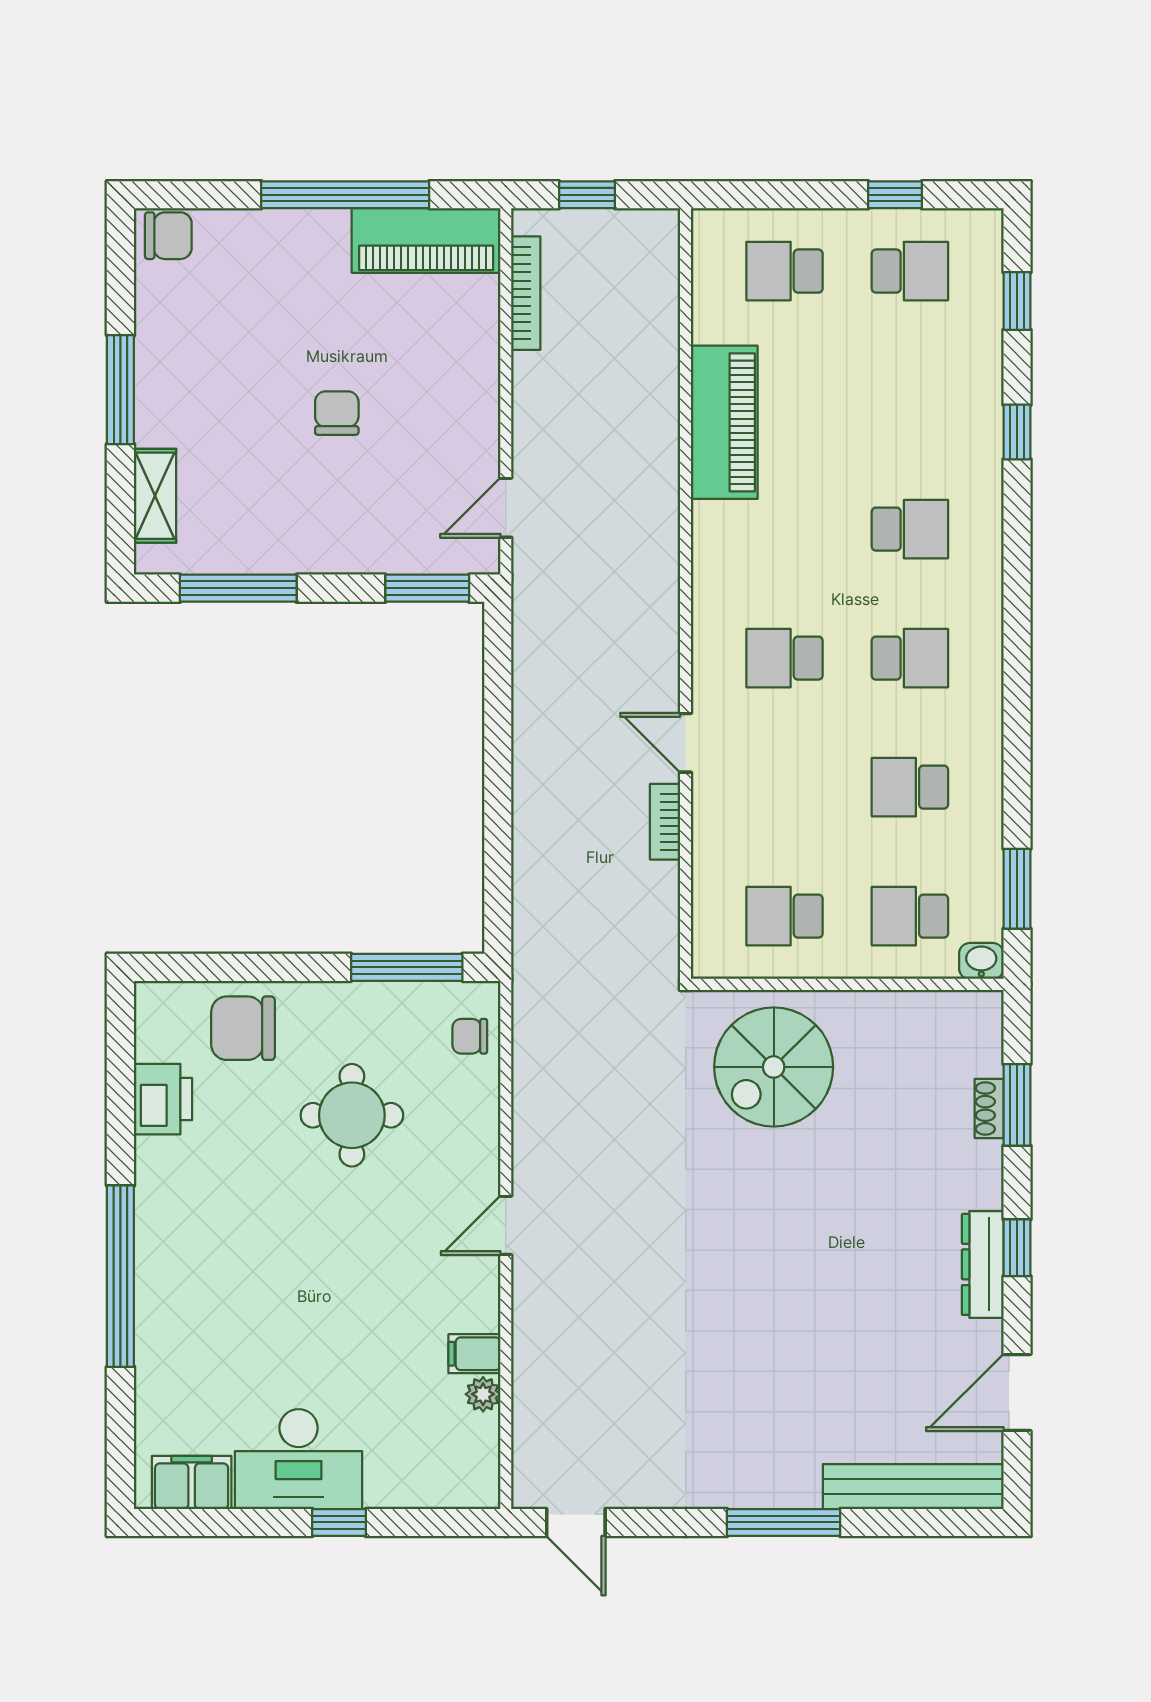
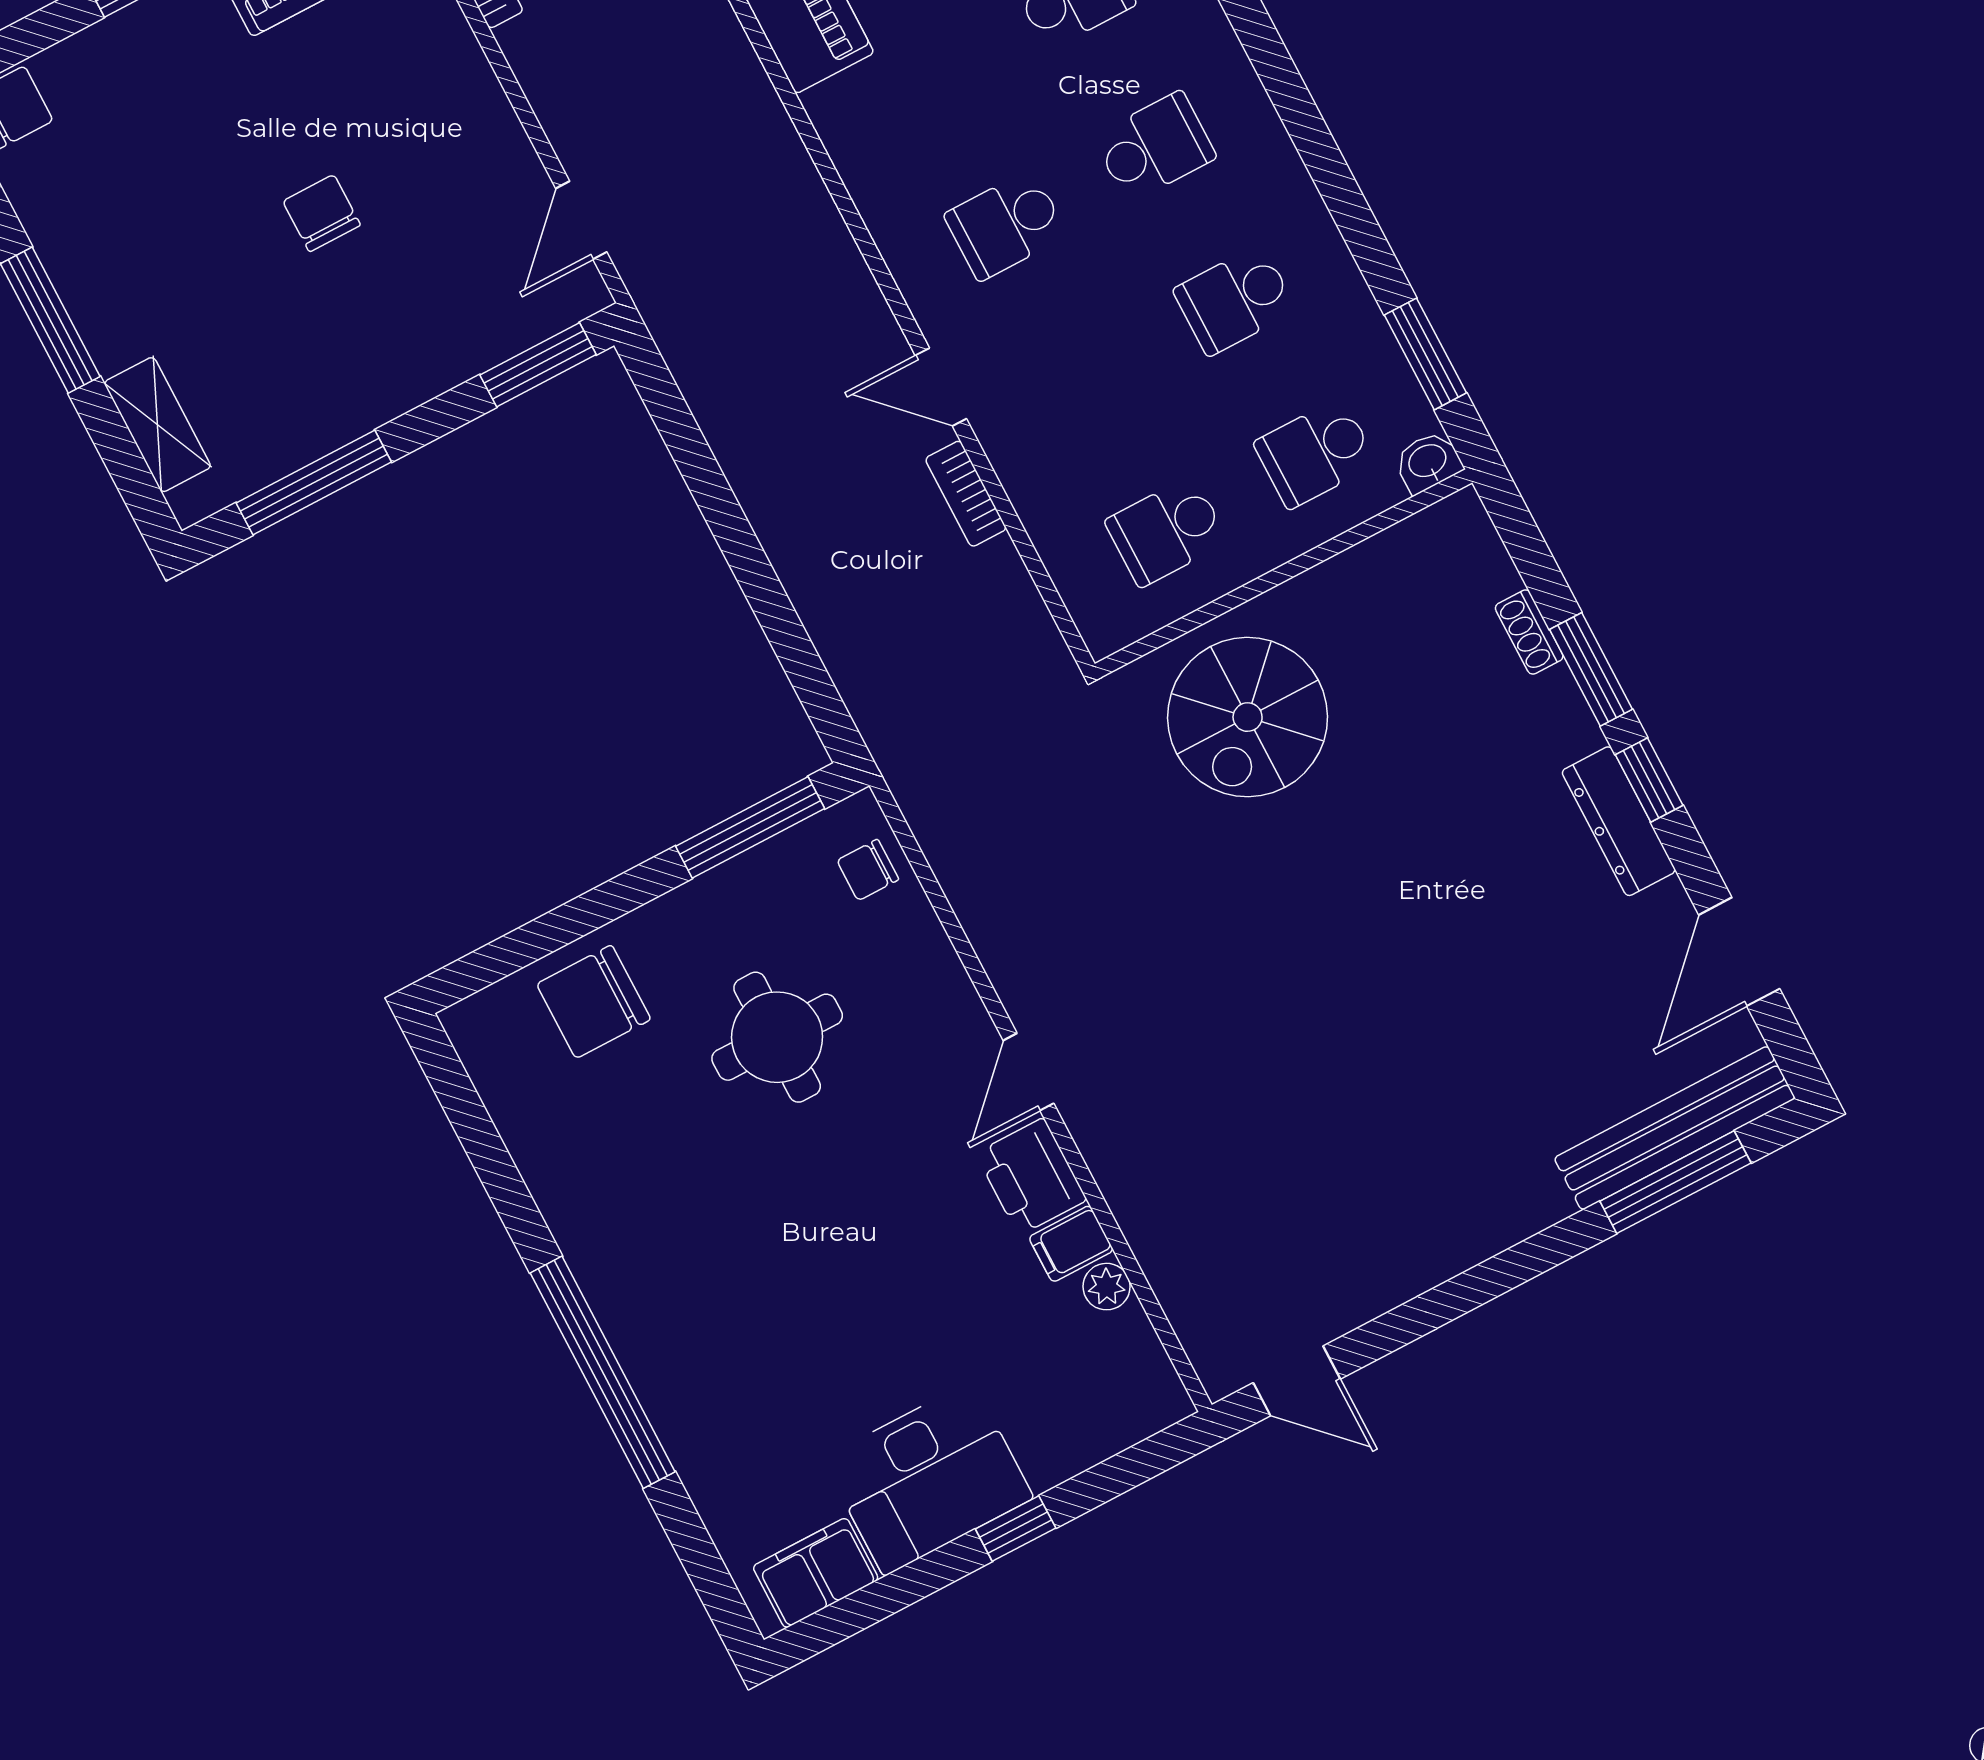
printer: (163, 1099) -> (1031, 1177), moved, turned 180
window: (1017, 1105) -> (1591, 669), moved
window: (784, 1522) -> (1675, 1182), moved

